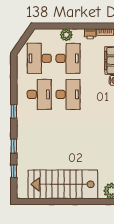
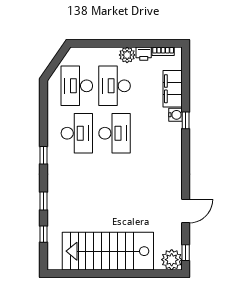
plant: (66, 35) -> (127, 55), moved
desk: (68, 58) -> (115, 86), turned 180

